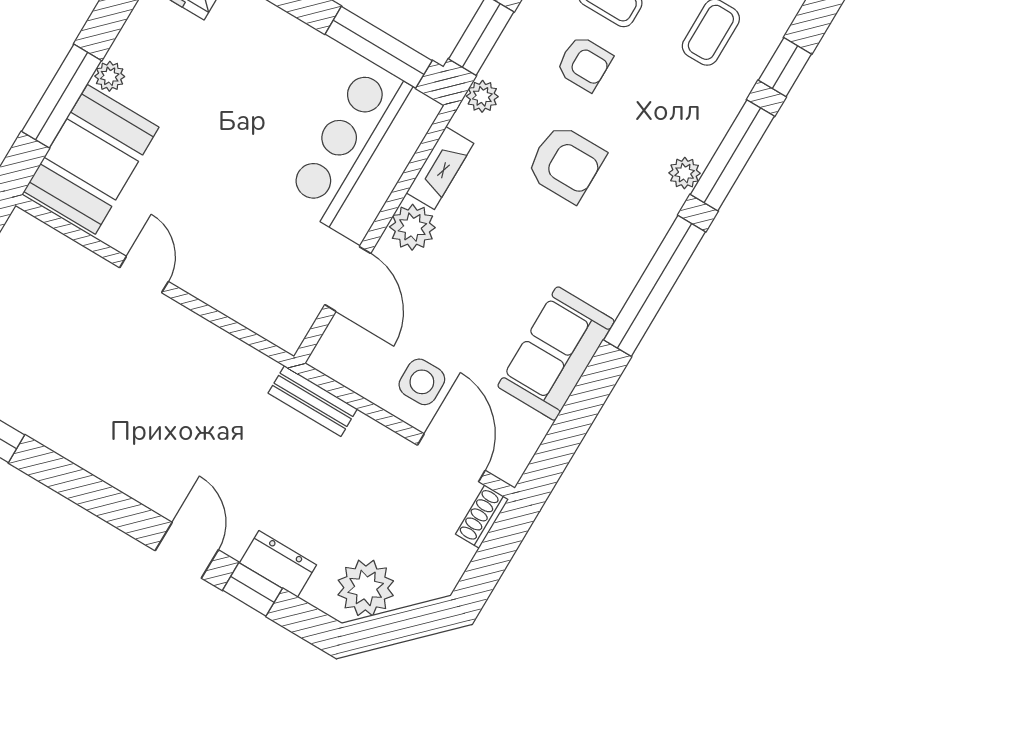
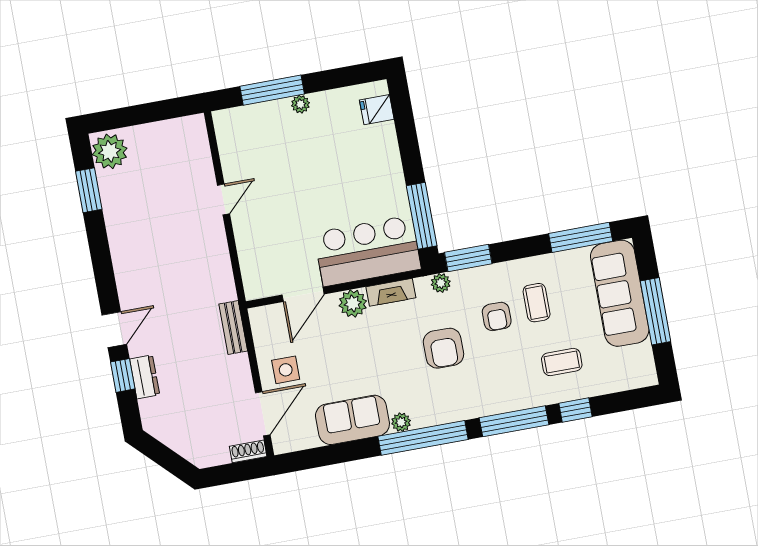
booth: (91, 159) -> (255, 129), removed
plant: (685, 173) -> (401, 422), moved
plant: (366, 588) -> (169, 427), removed

